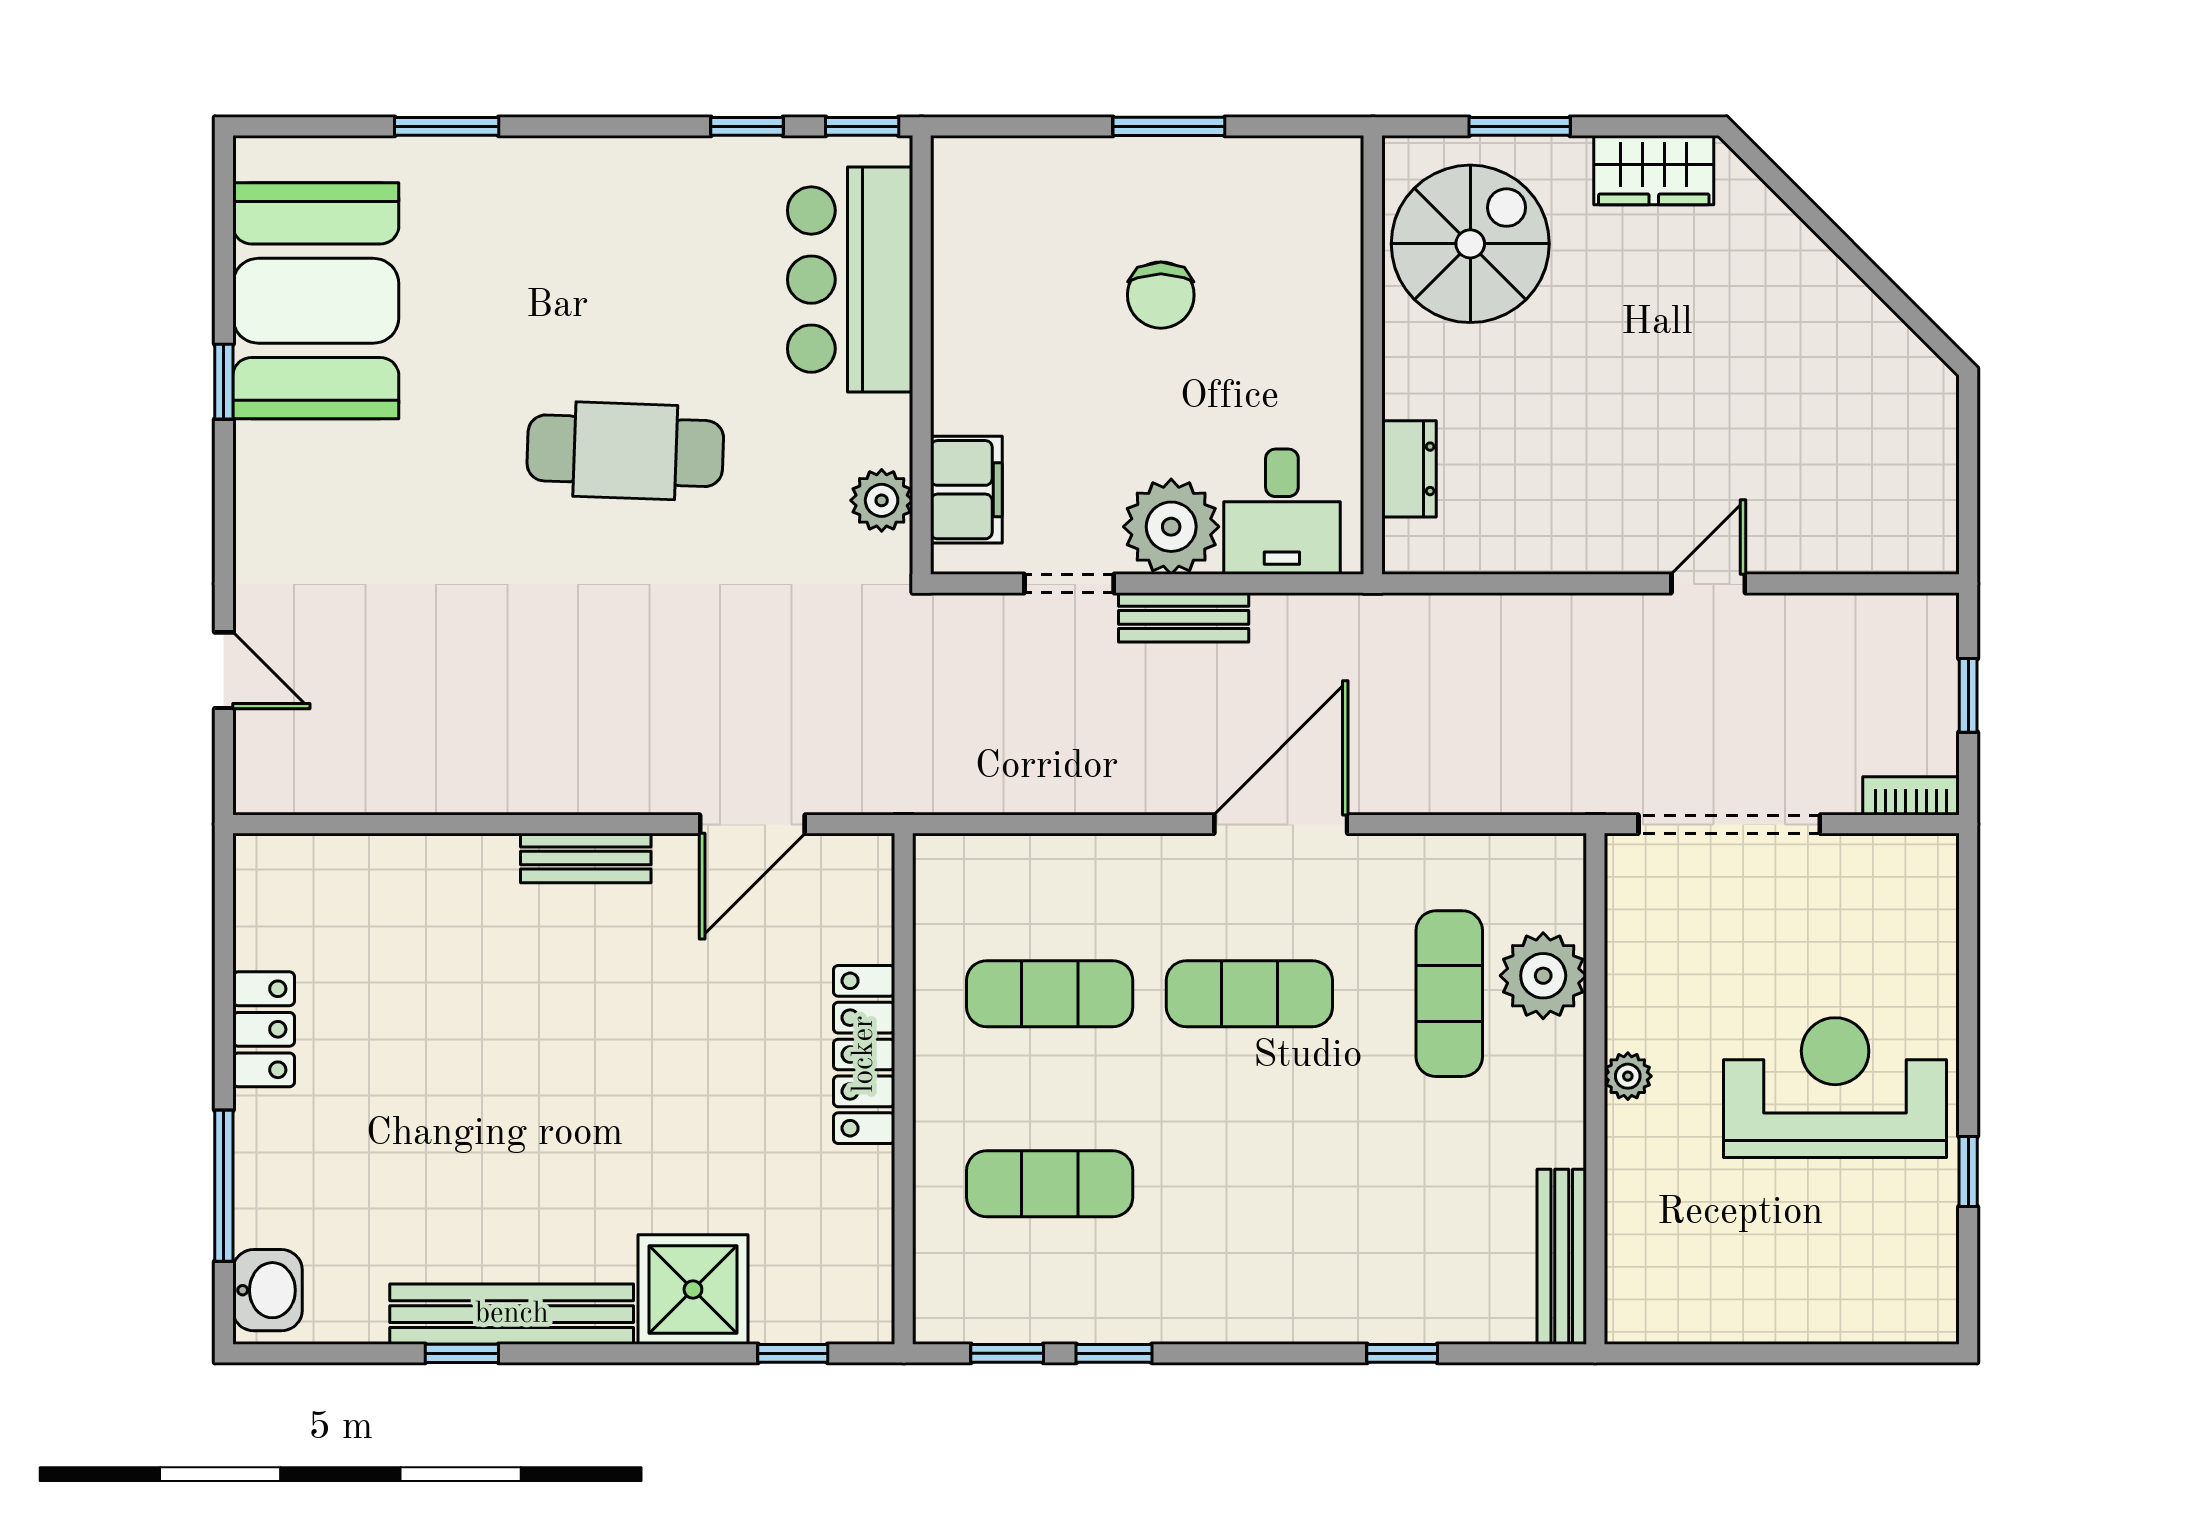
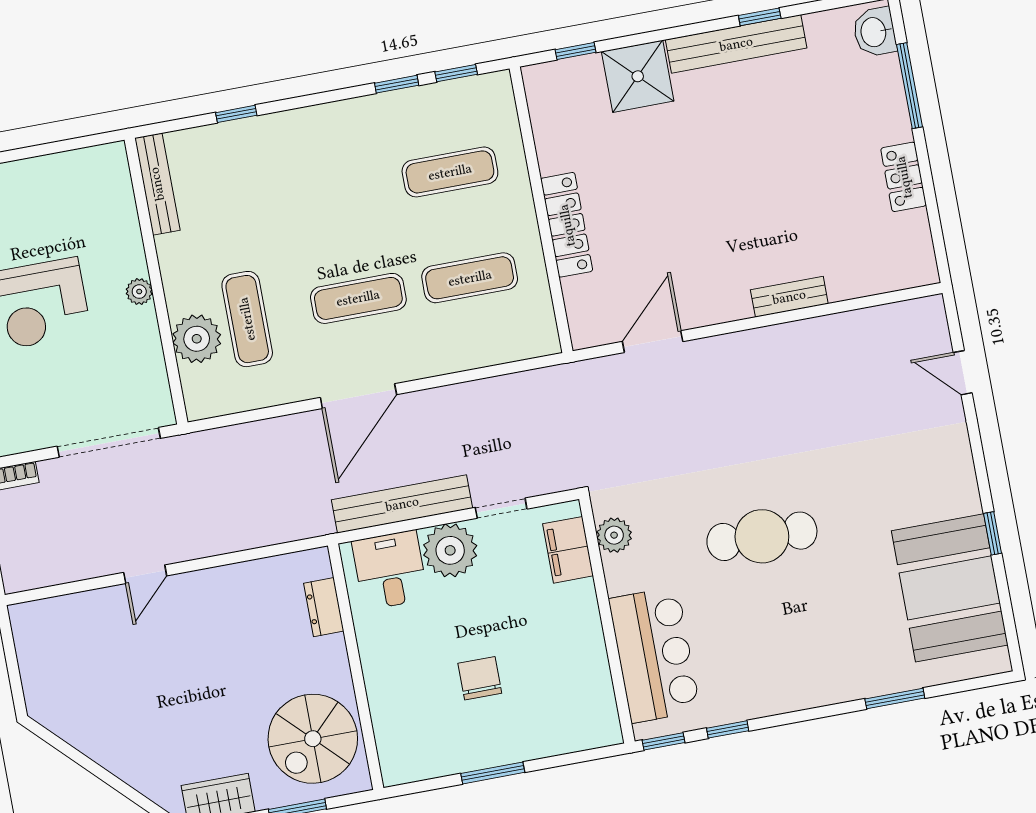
bench: (1184, 617) -> (402, 504), width x1.86, depth x1.21
bench: (586, 858) -> (789, 297), moved

